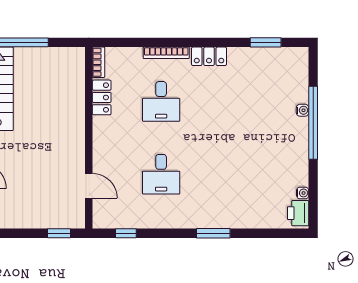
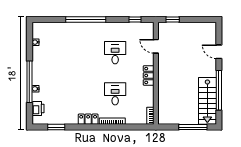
locker: (102, 97) -> (149, 75), moved
printer: (298, 213) -> (38, 109), moved
window: (213, 233) -> (86, 19), width x2.11

